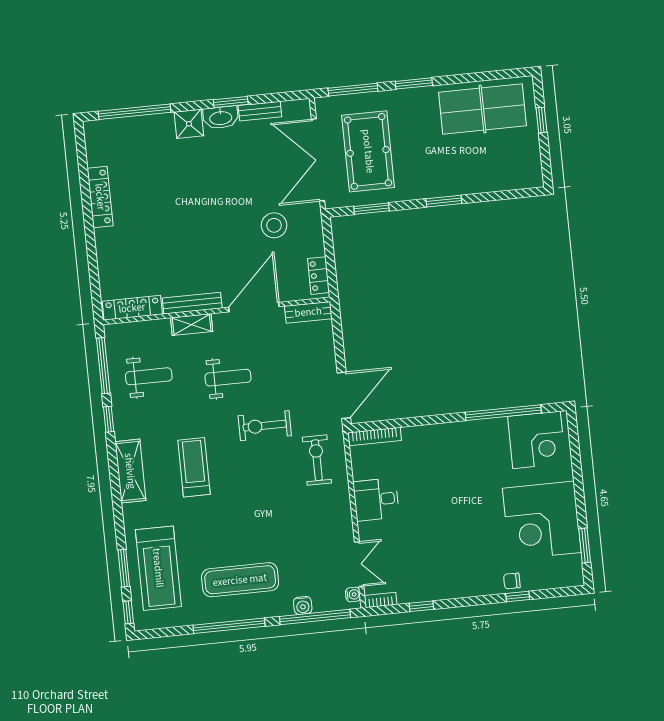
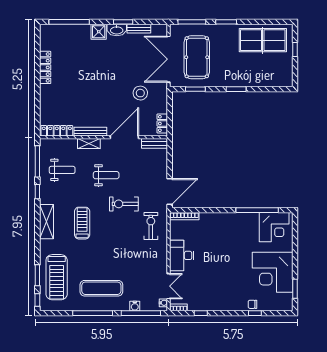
desk: (376, 499) -> (182, 255), width x1.37

